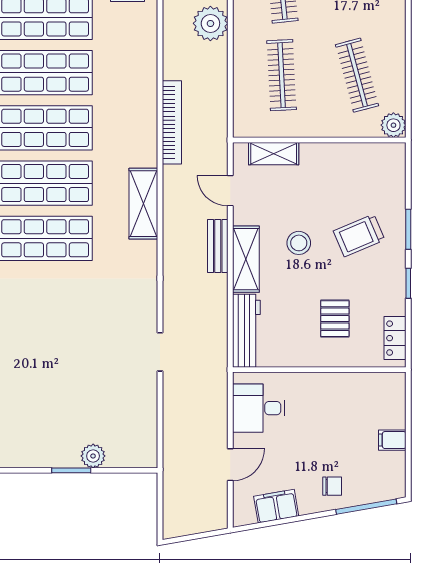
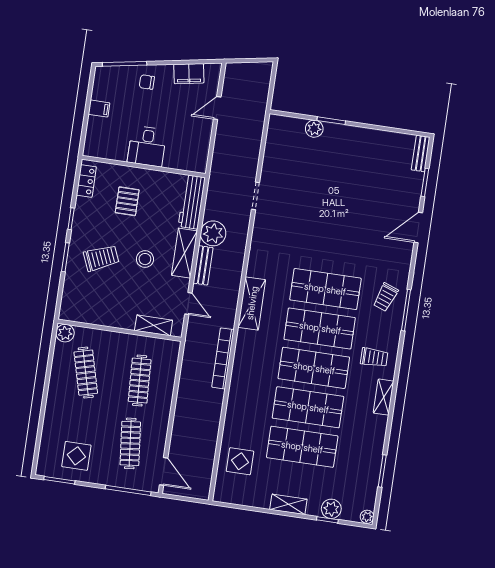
plant: (210, 23) -> (213, 233), moved
desk: (259, 408) -> (147, 146), moved, turned 90

